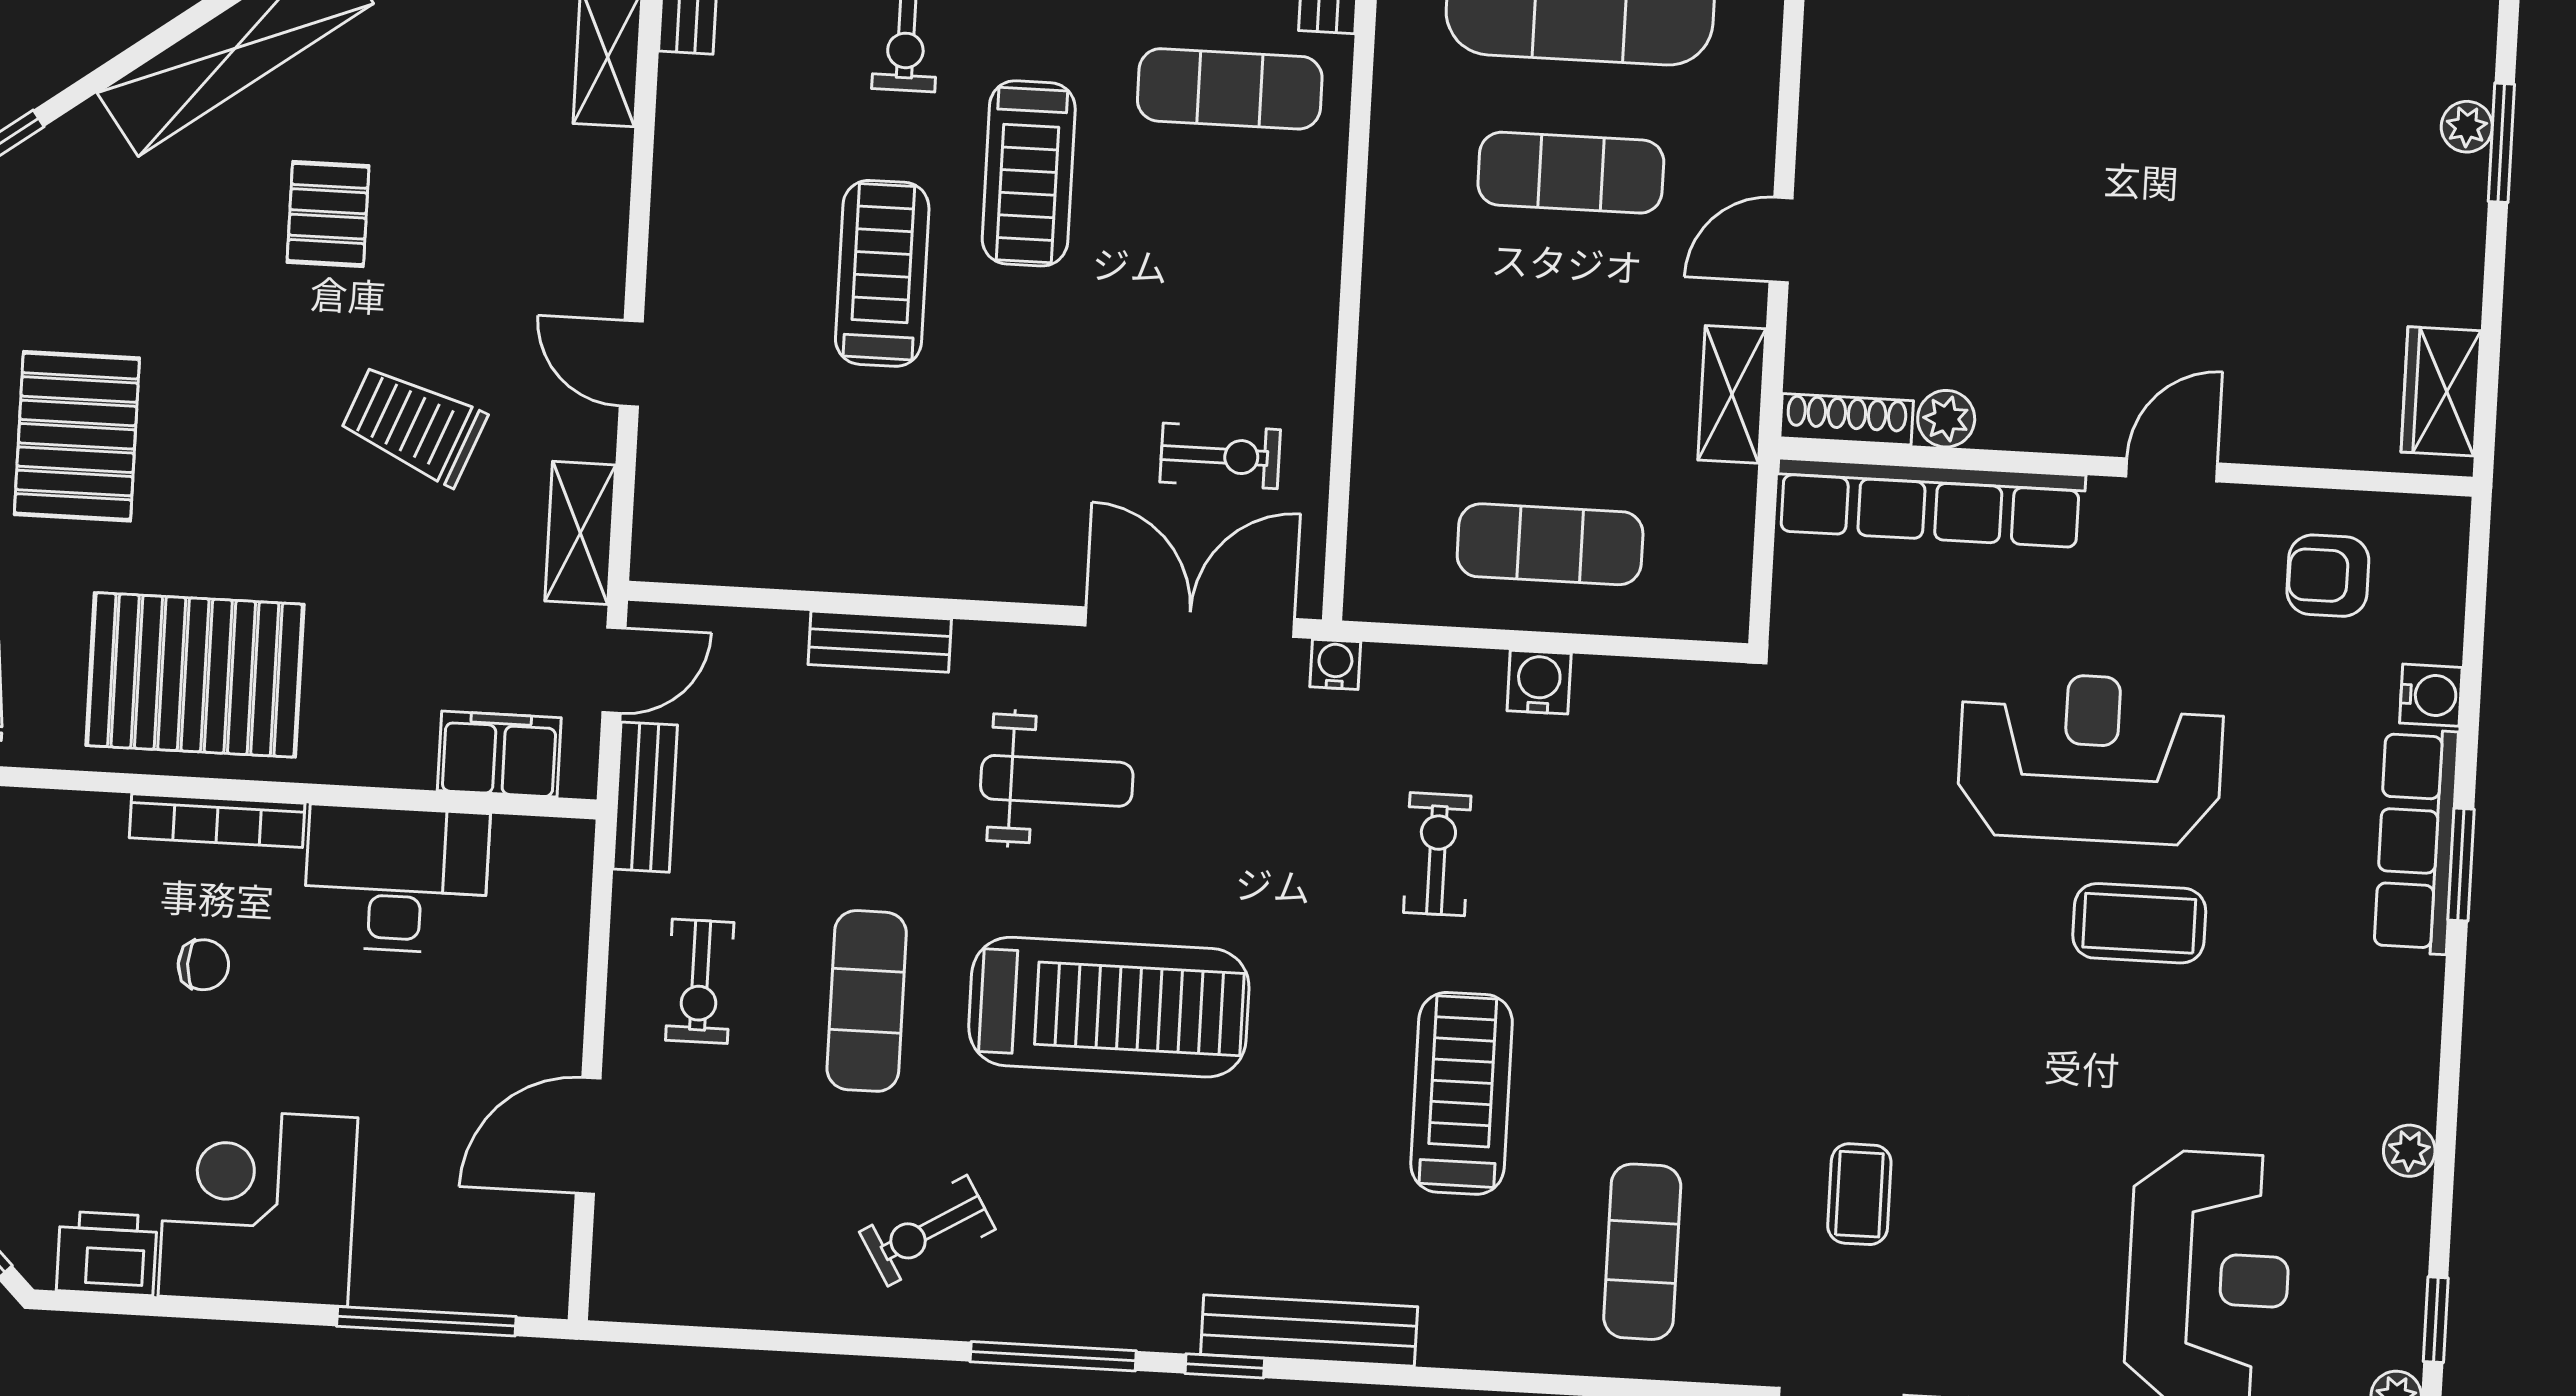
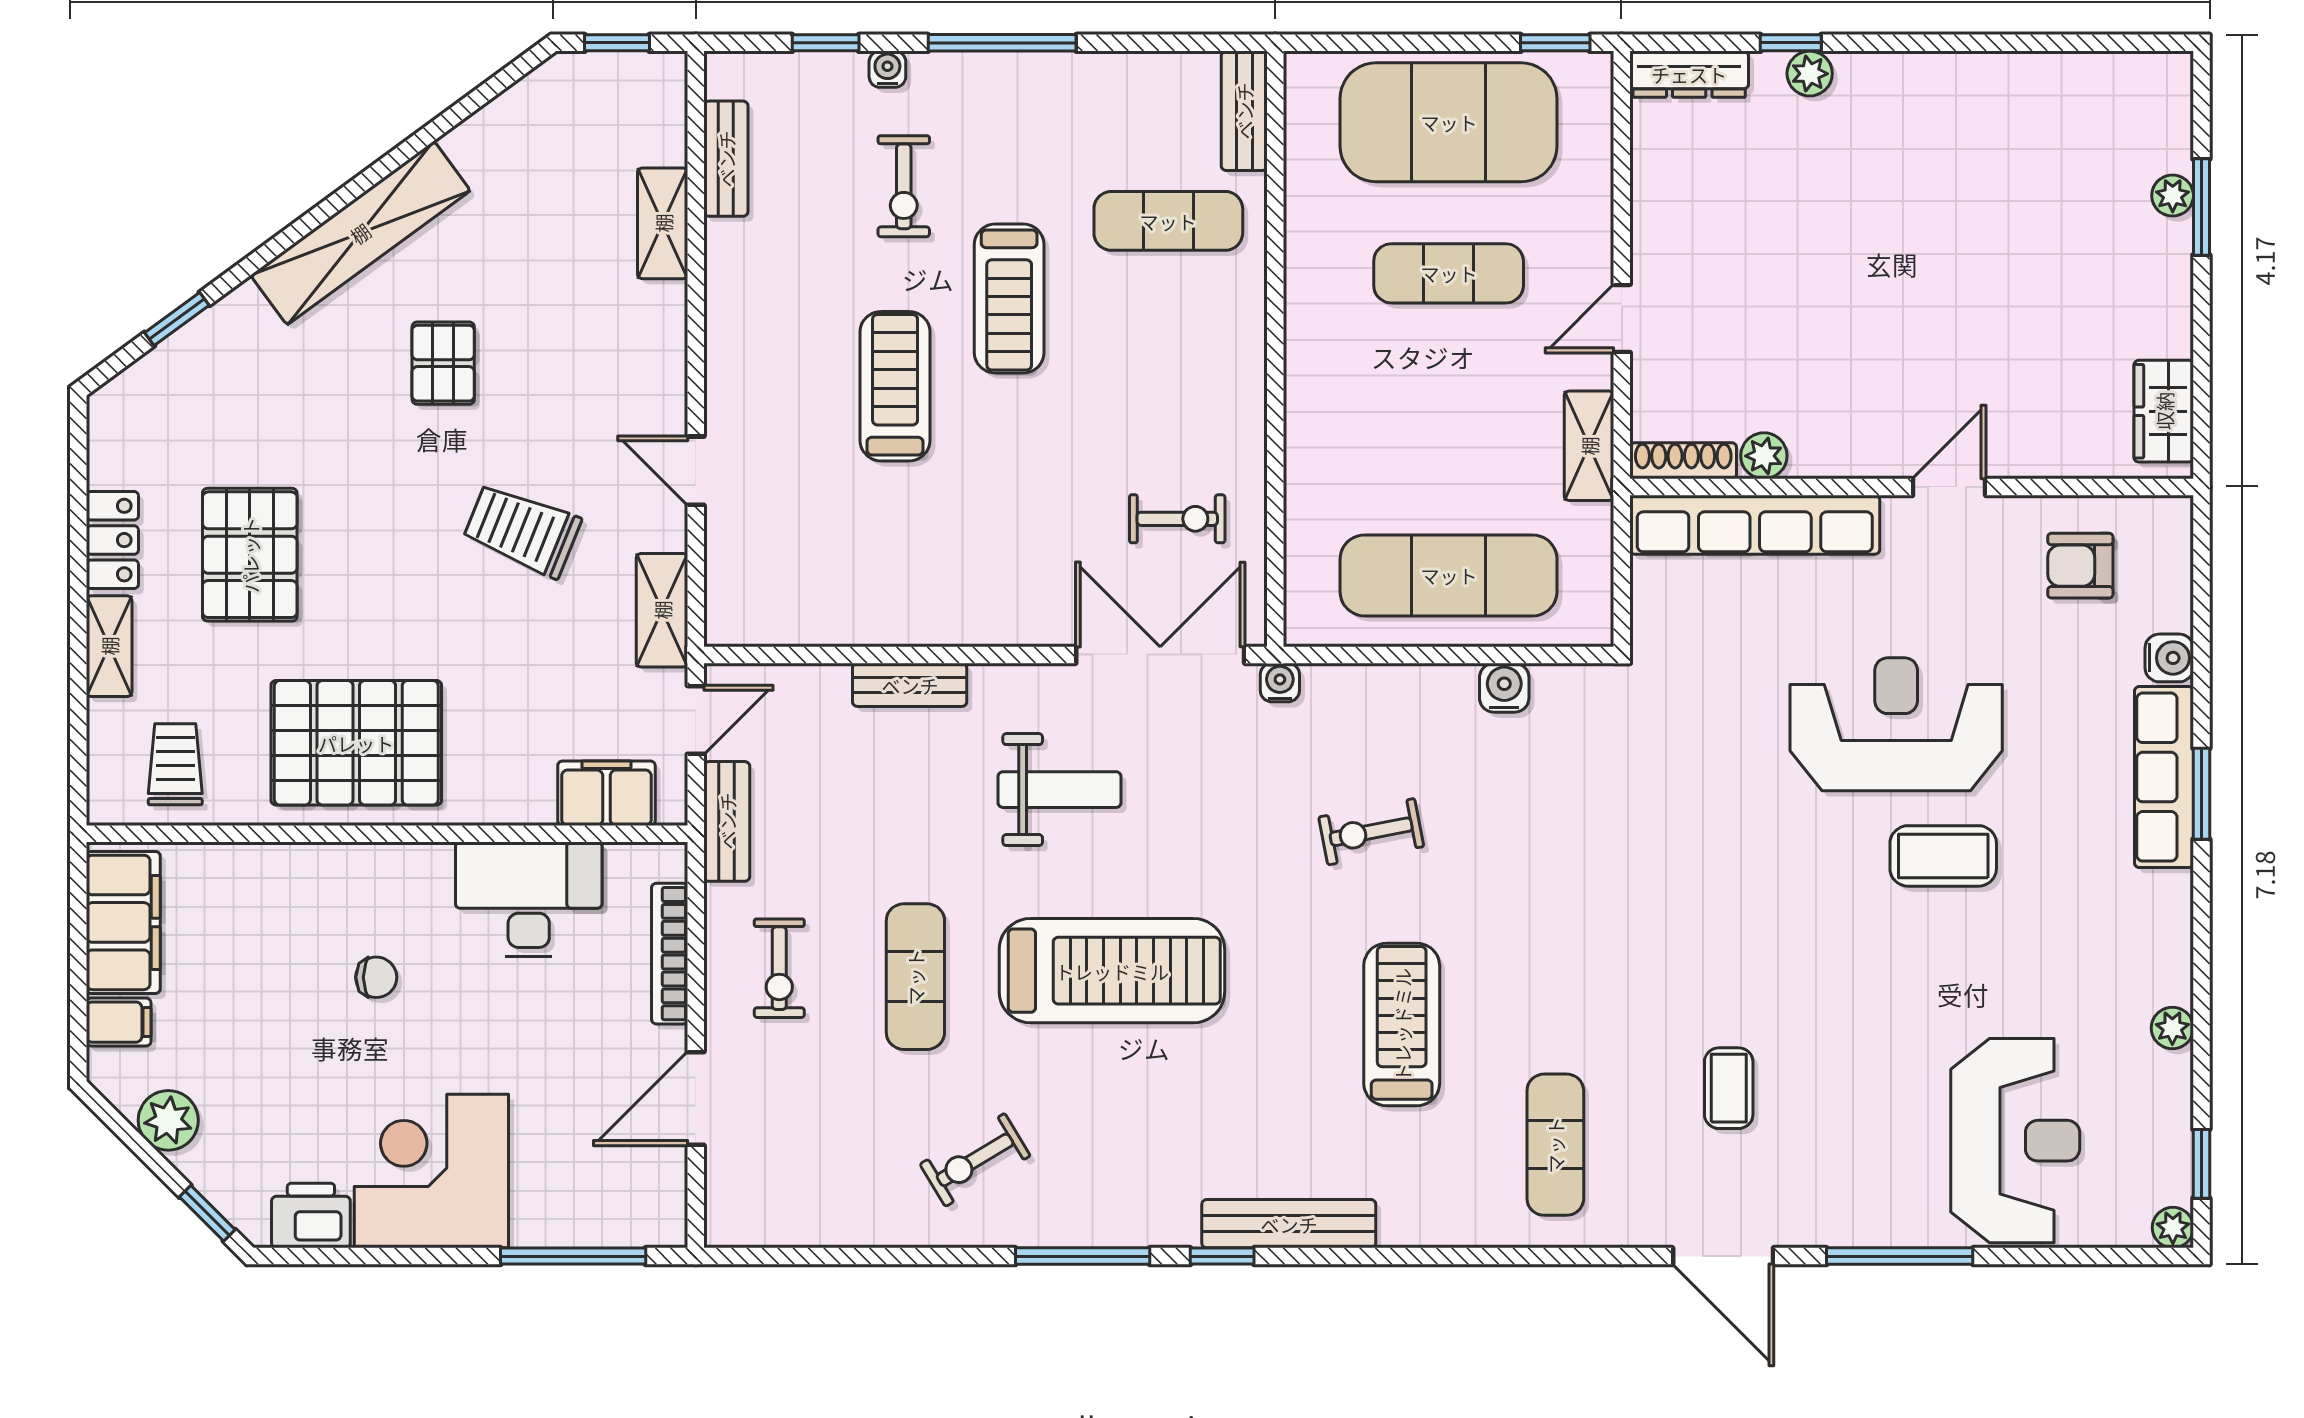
exercise mat: (1550, 544) -> (1449, 575), width x1.36, depth x1.45
water cooler: (1539, 682) -> (1504, 688), moved
bookcase: (217, 821) -> (670, 954), moved, turned 90
exercise bike: (1437, 854) -> (1371, 832), turned -101

